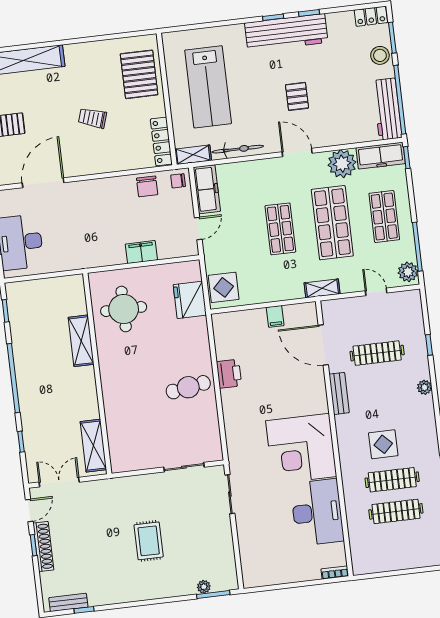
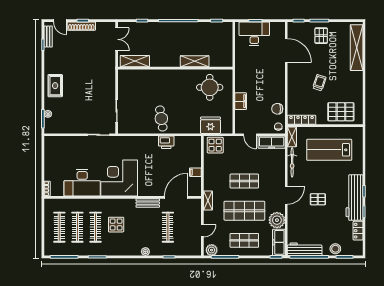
locker: (371, 16) -> (358, 231), moved
door: (29, 511) -> (60, 21), moved
rug: (149, 541) -> (55, 86), moved, turned 90
clothes rail: (400, 543) -> (59, 227), added

